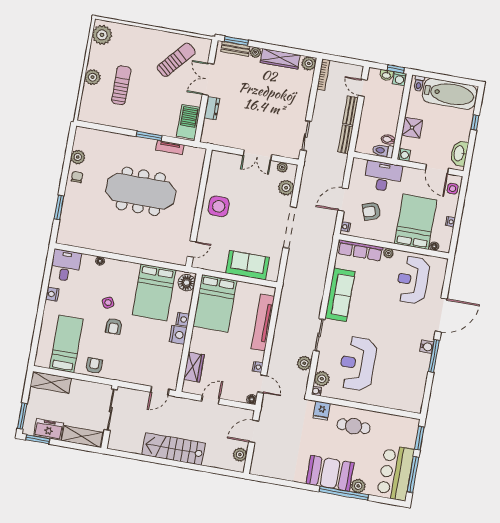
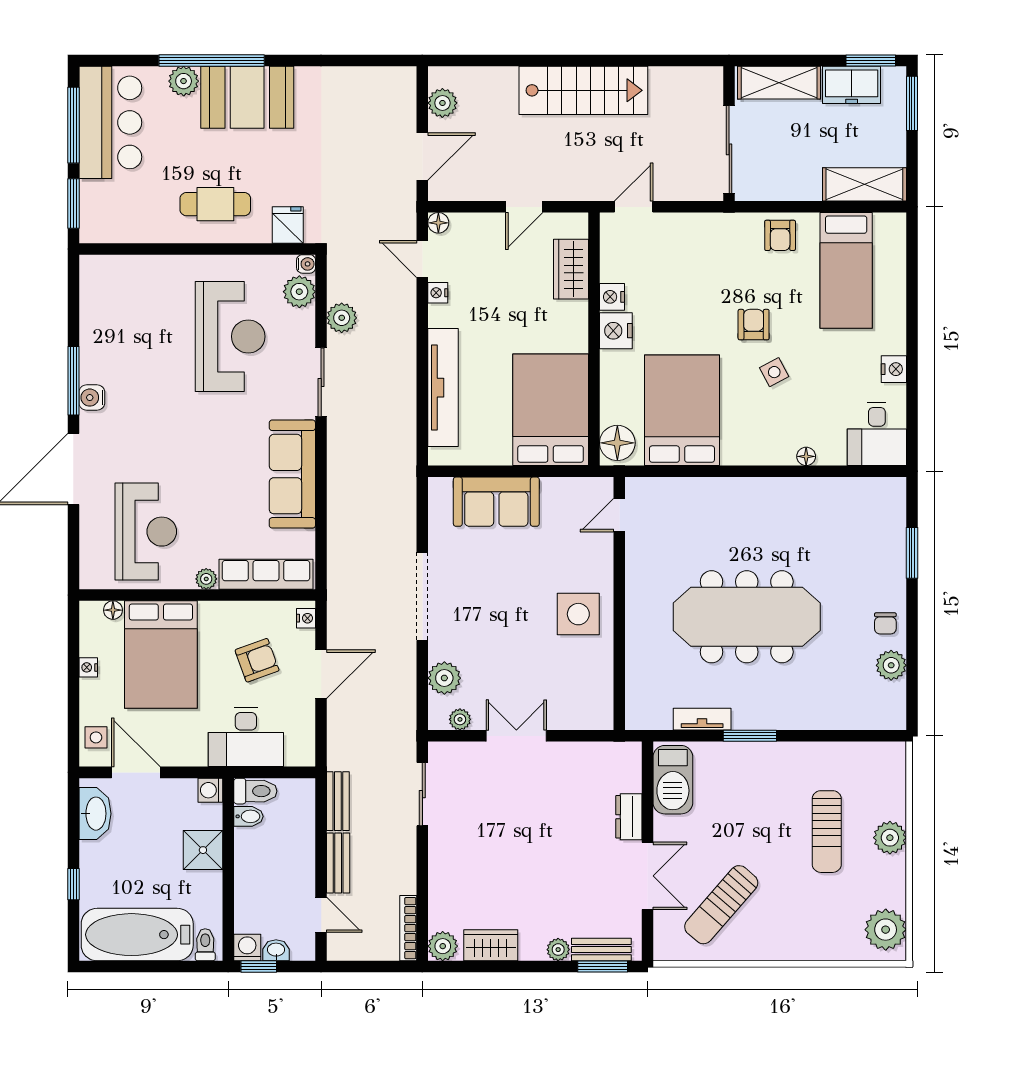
wardrobe: (280, 59) -> (491, 945), width x0.67
nightstand: (183, 319) -> (612, 297), moved

